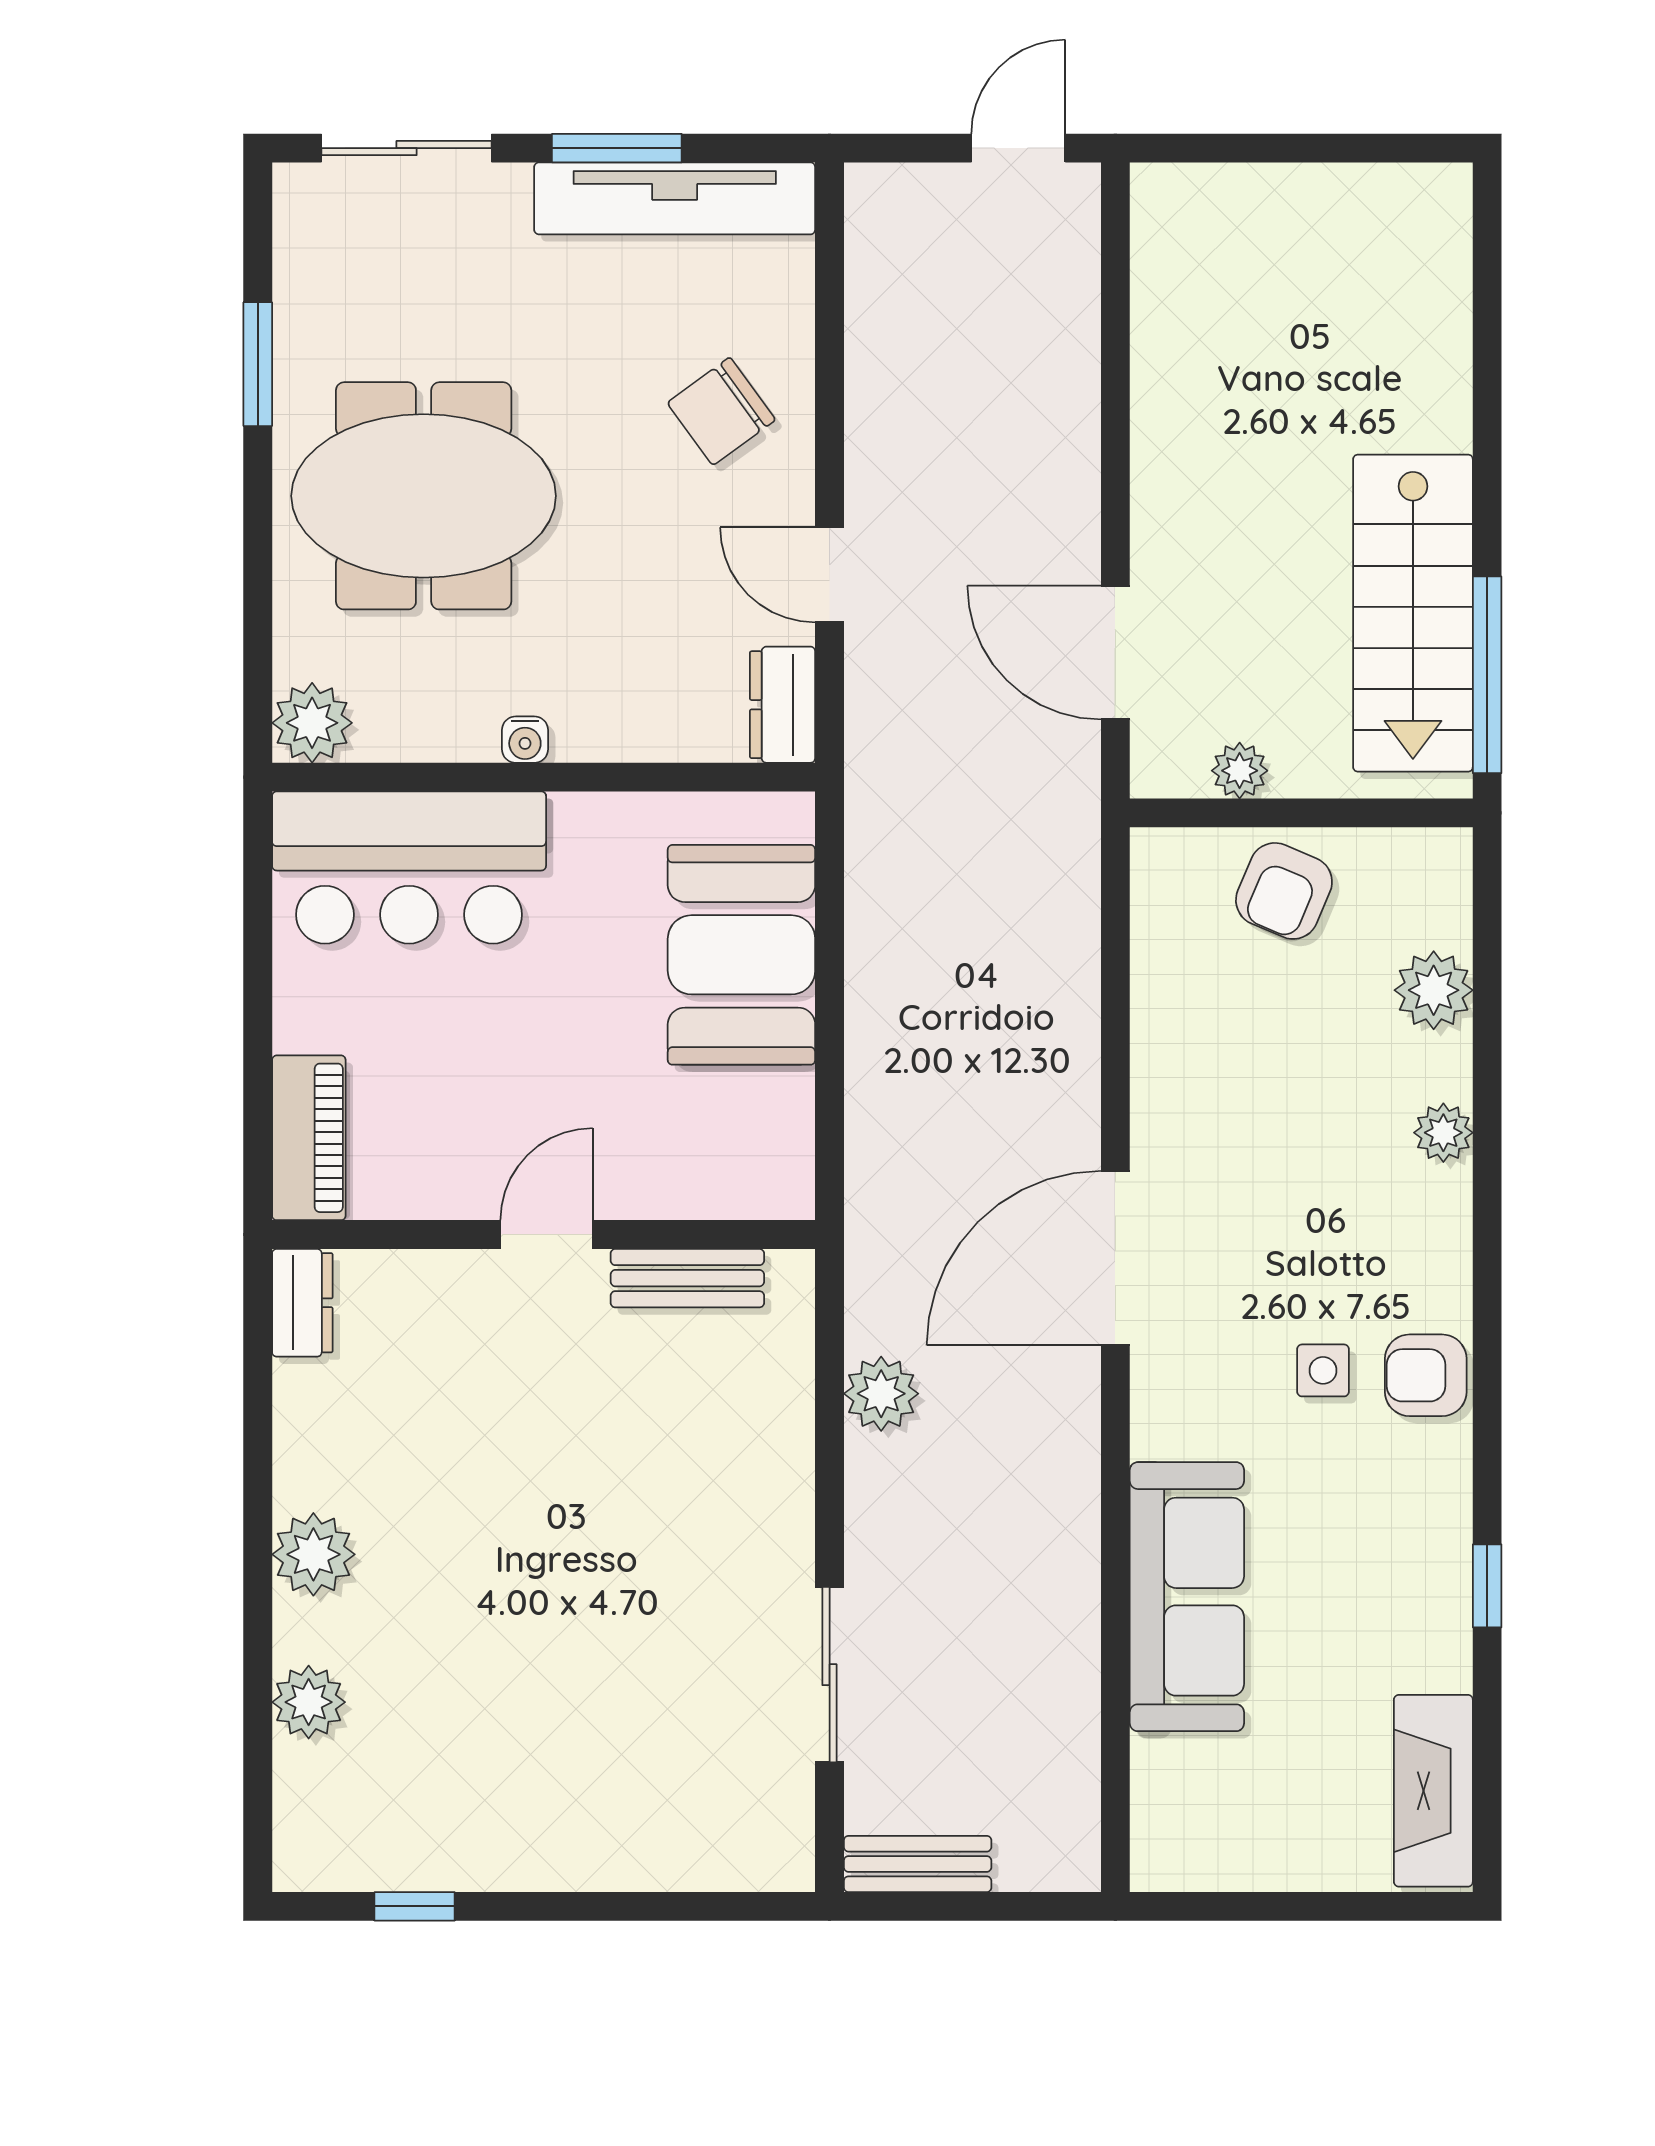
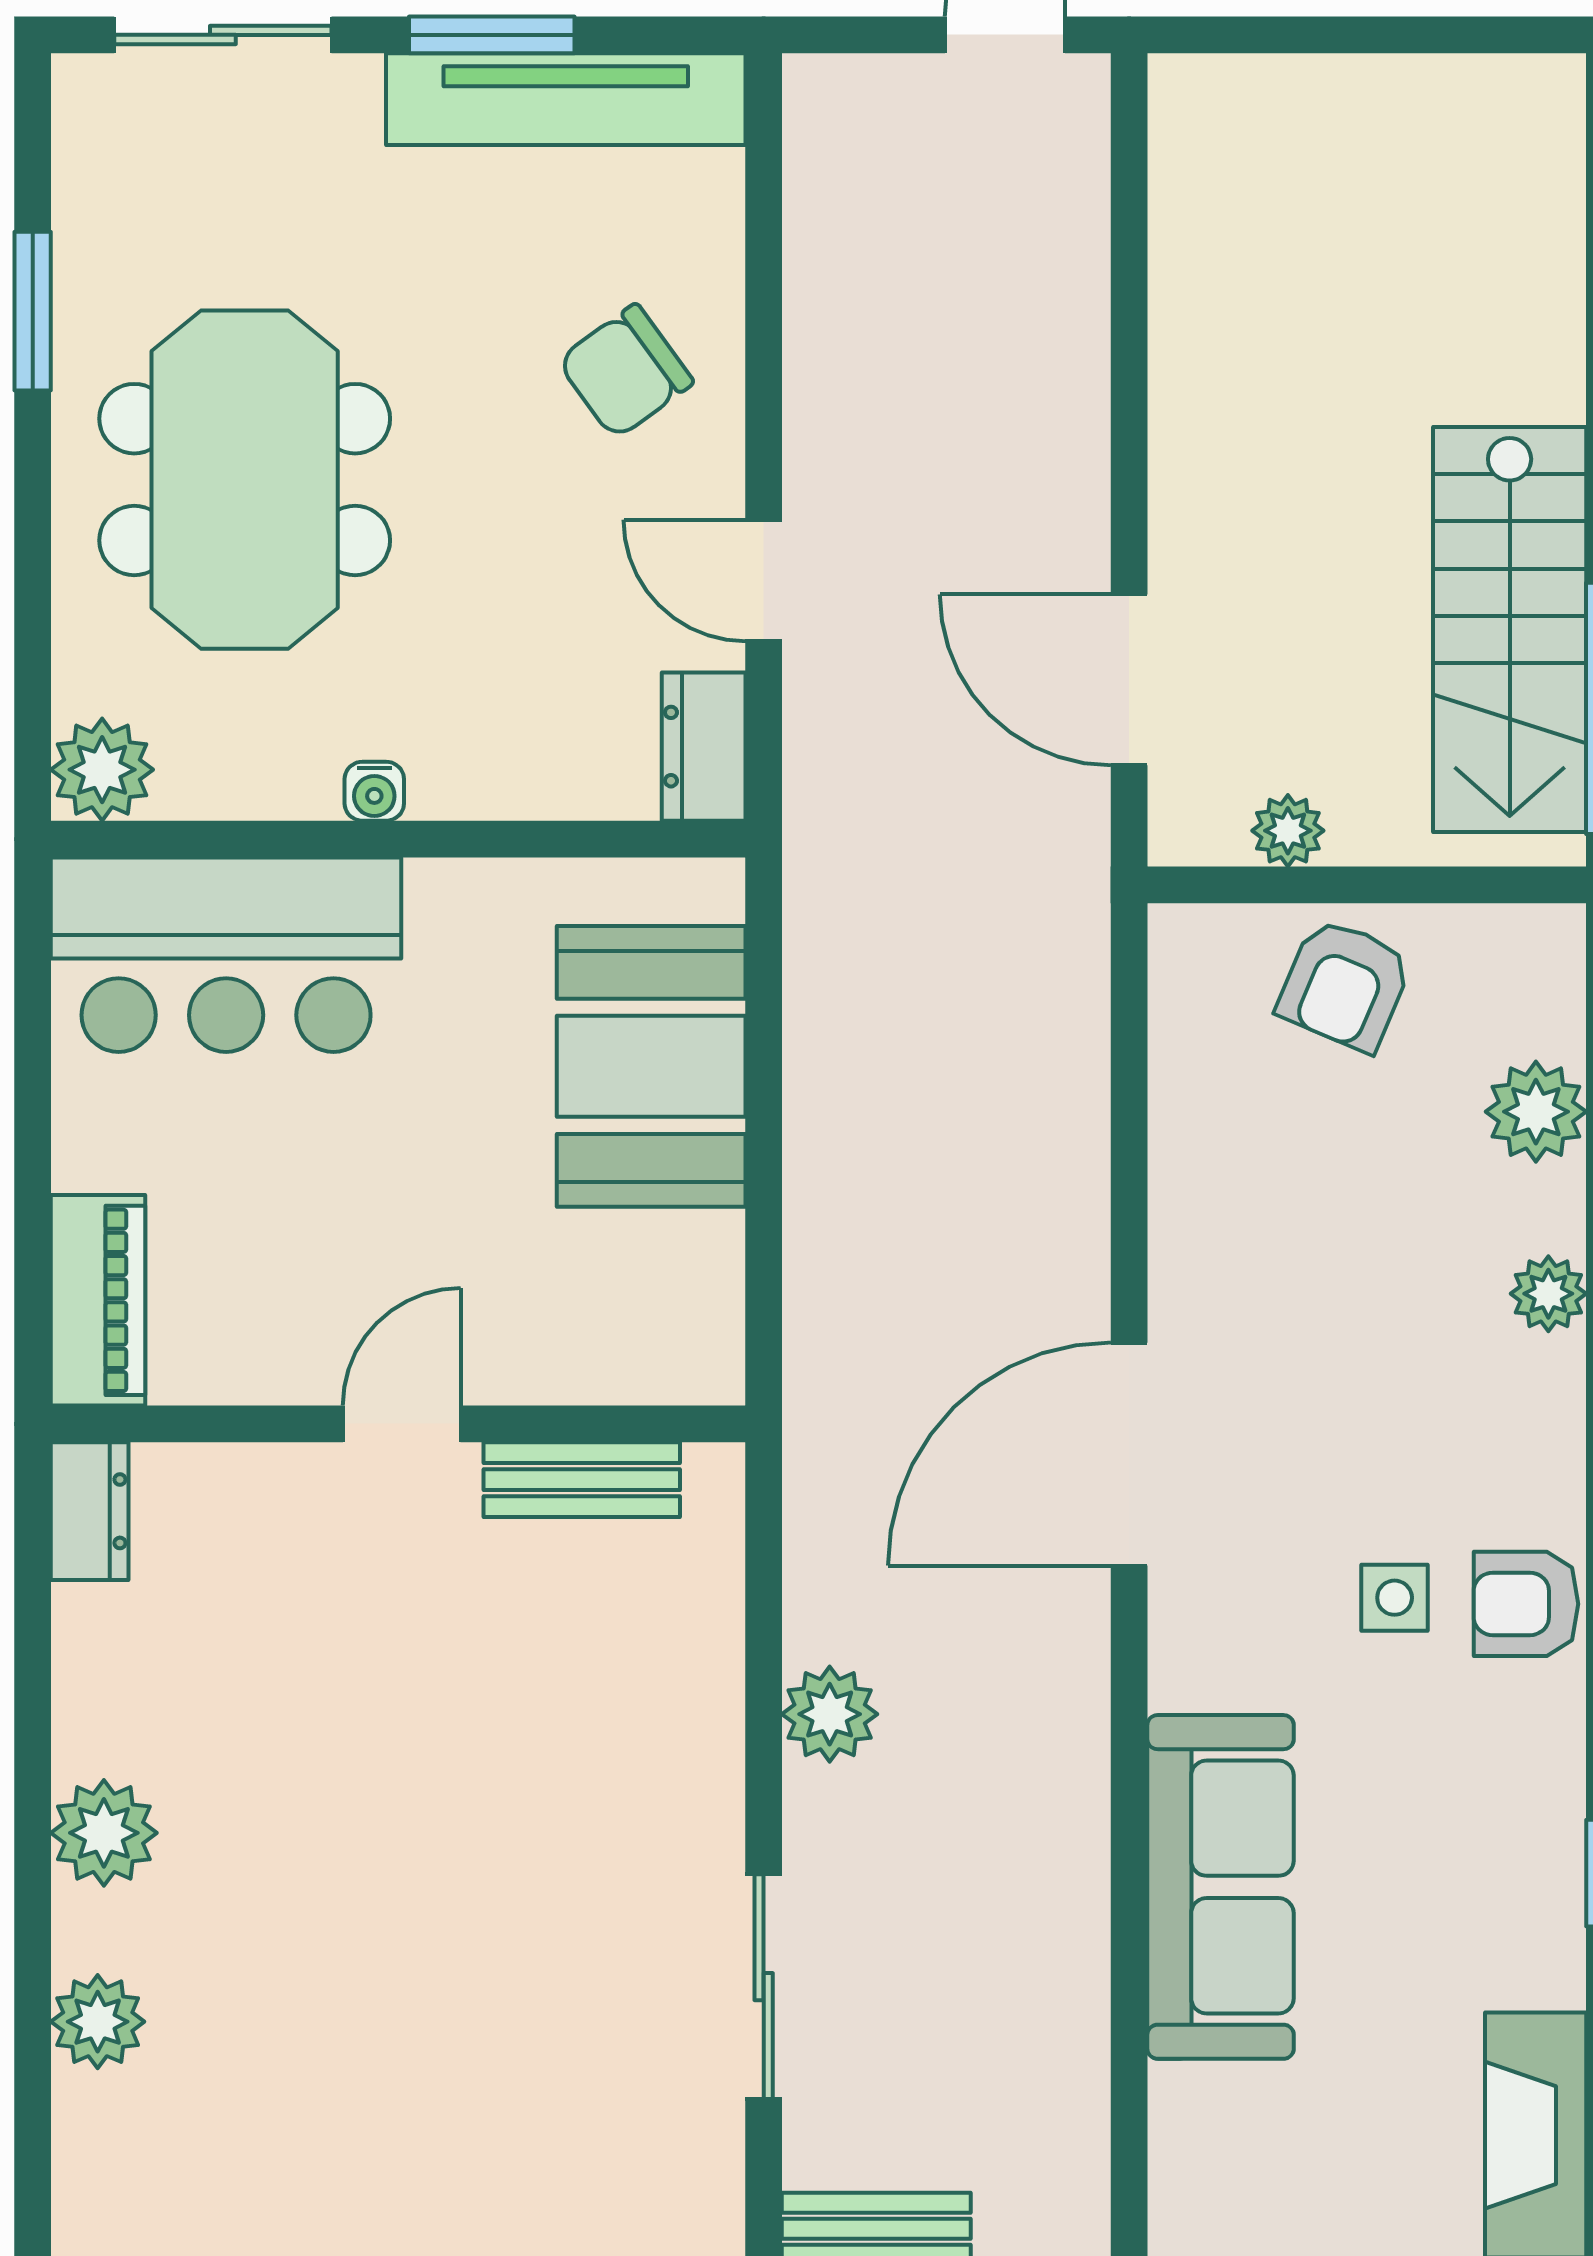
meeting table: (424, 496) -> (245, 480), turned 90
plant: (881, 1394) -> (830, 1714), moved

